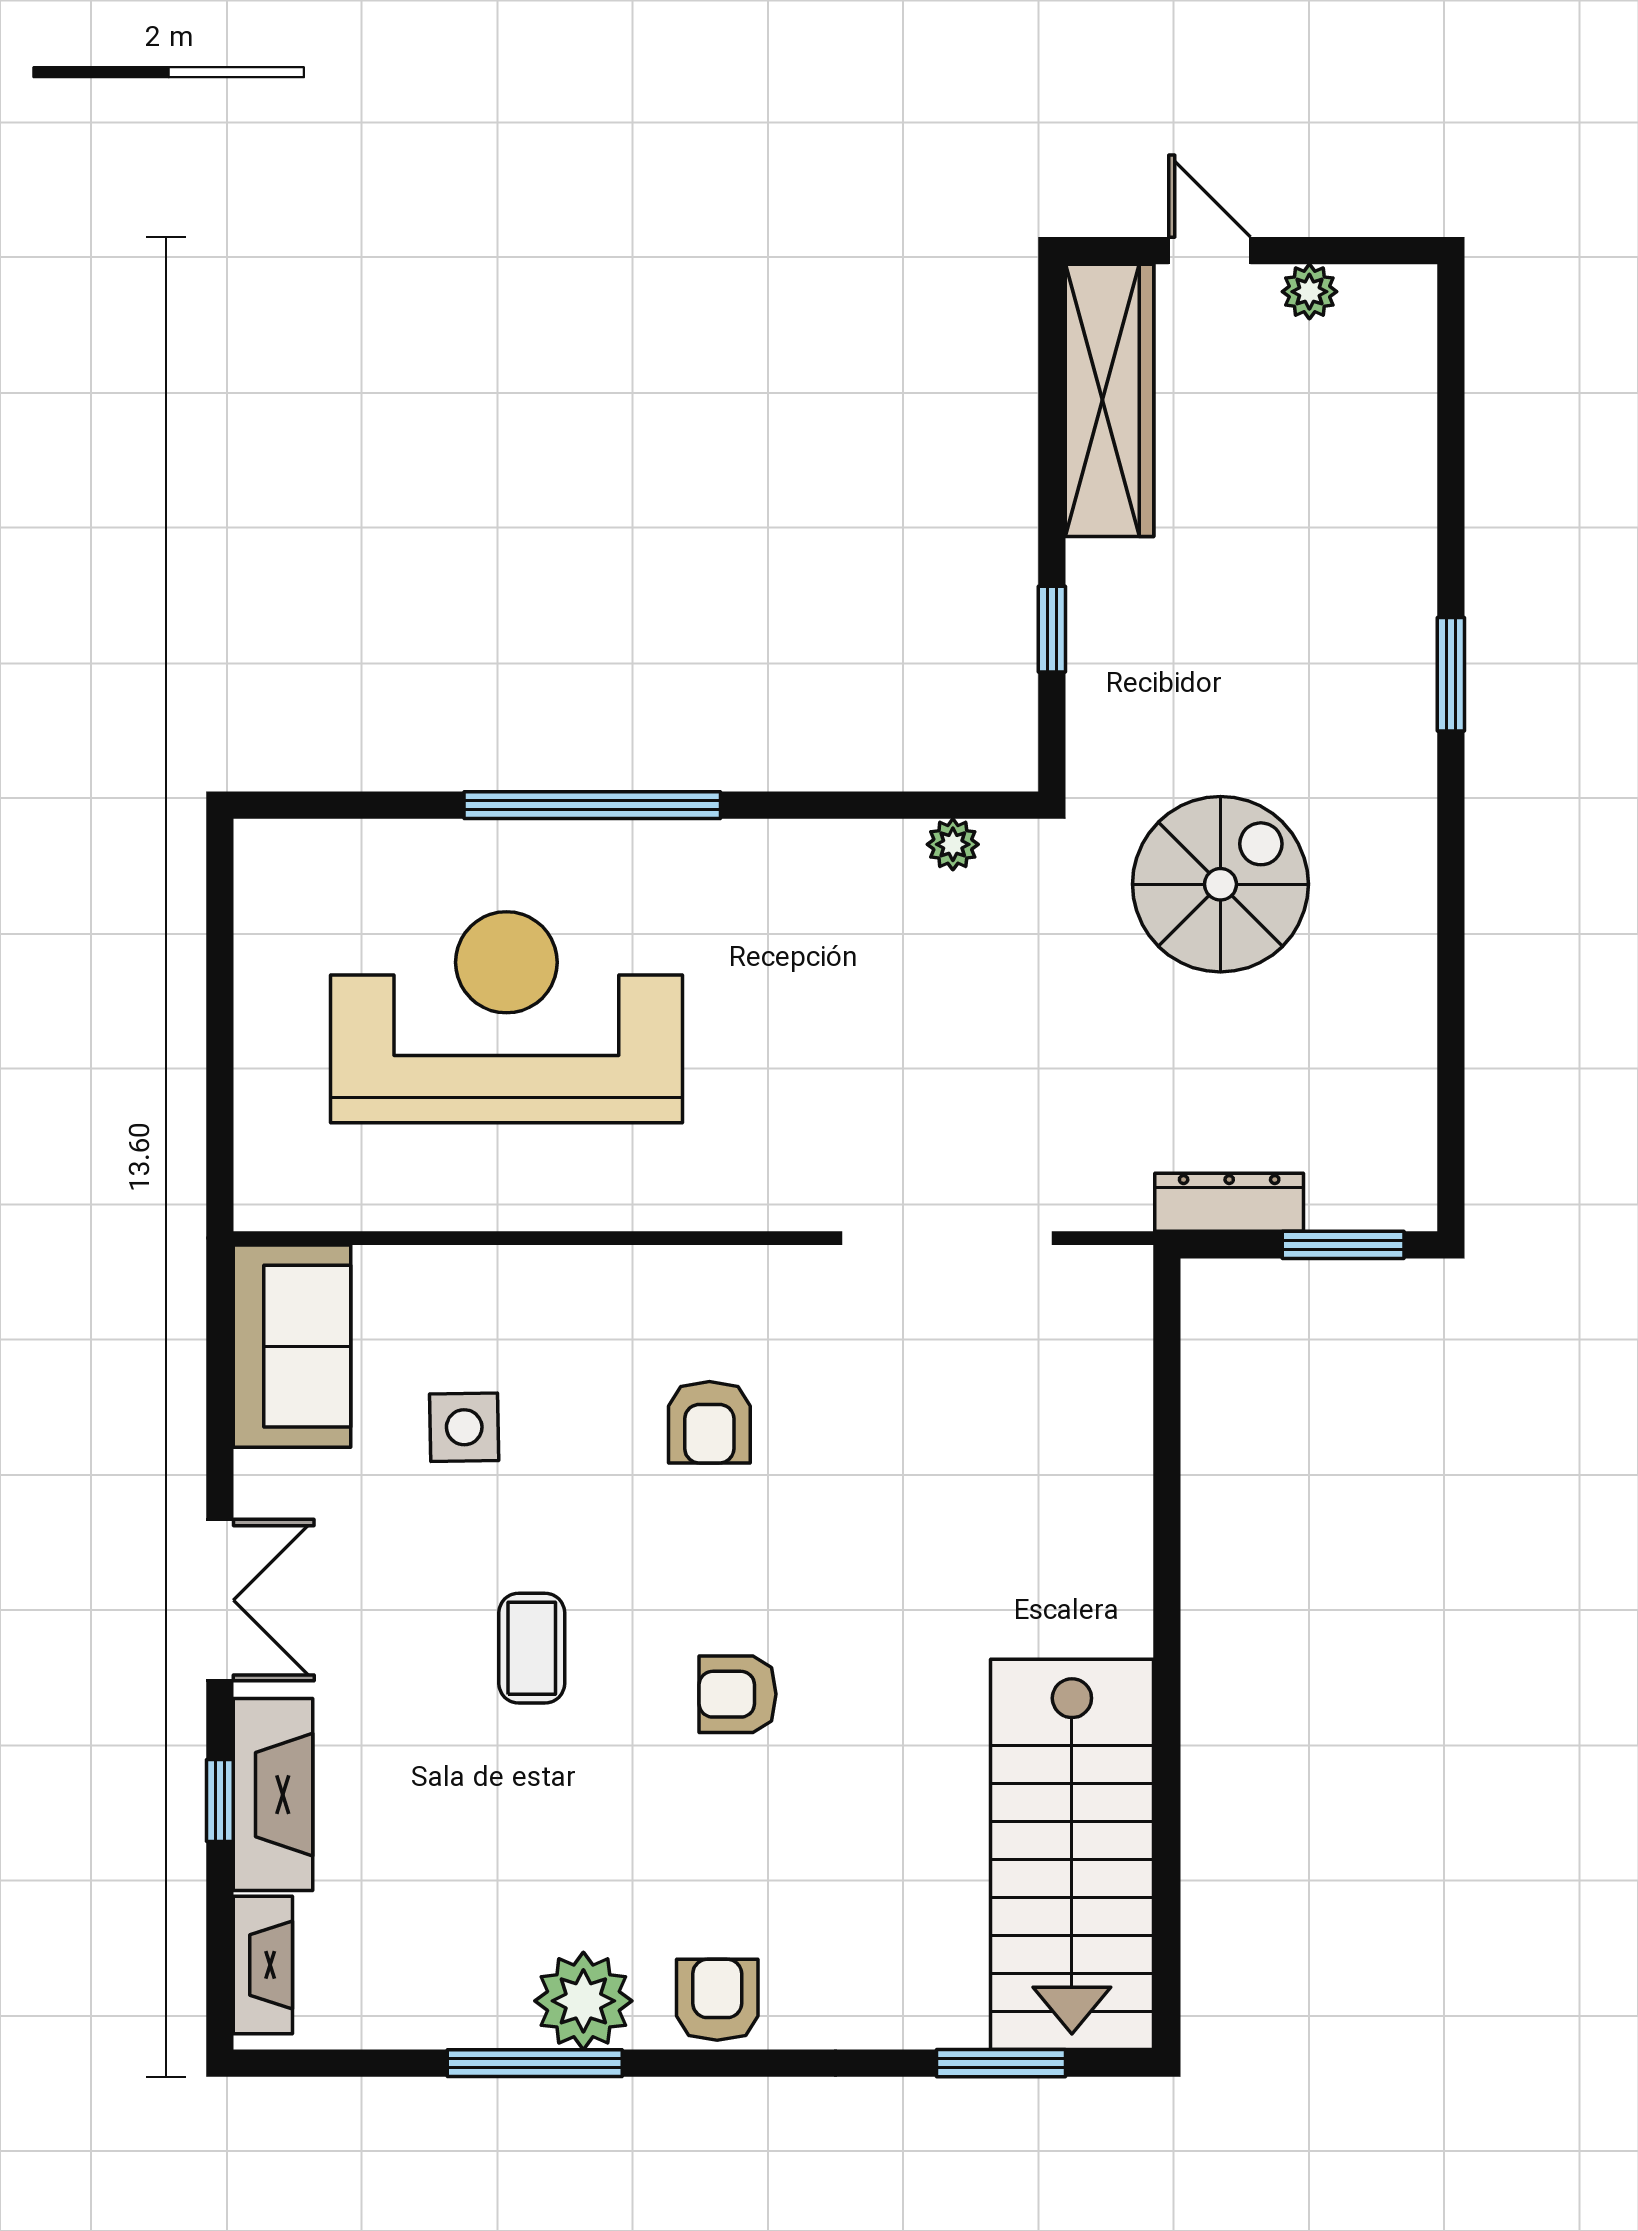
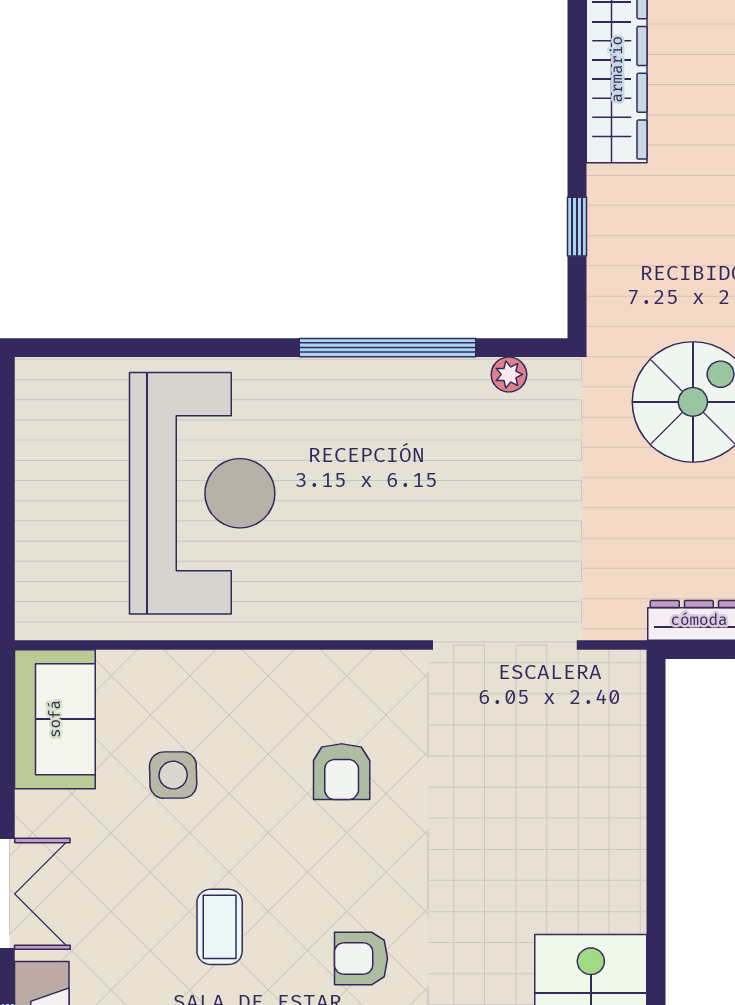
window: (592, 805) -> (387, 348), moved
reception desk: (506, 1017) -> (202, 493), turned 90

